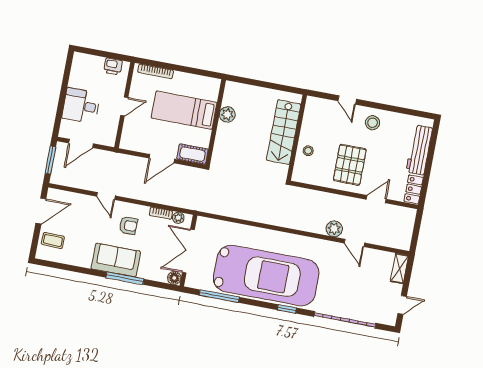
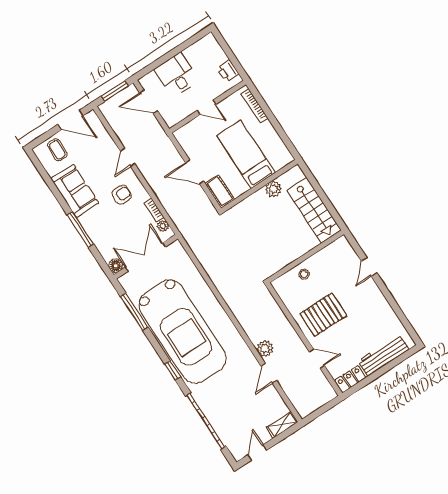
stool: (373, 123) -> (370, 302), removed
stairs: (284, 132) -> (314, 210), moved, turned -90
armchair: (128, 226) -> (122, 195), turned -90
sofa: (116, 260) -> (75, 191), moved
door: (402, 305) -> (257, 453), swing flipped

